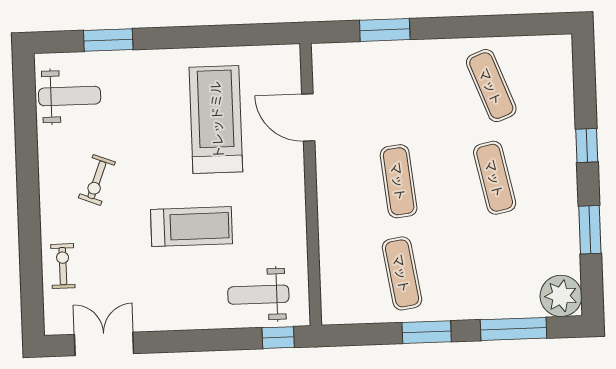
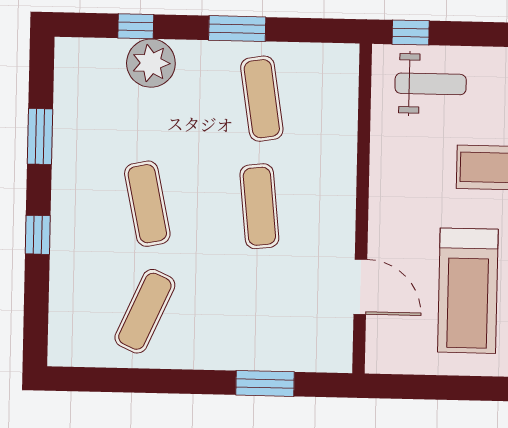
exercise mat: (491, 86) -> (145, 311), turned 45
plant: (561, 296) -> (151, 63), moved
window: (513, 329) -> (136, 26), width x0.46

